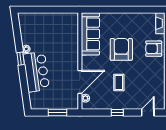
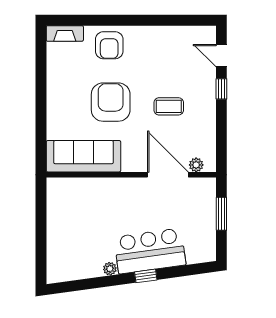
armchair: (121, 49) -> (111, 102), turned 90
window: (21, 59) -> (146, 276), moved
window: (117, 113) -> (221, 89), moved

